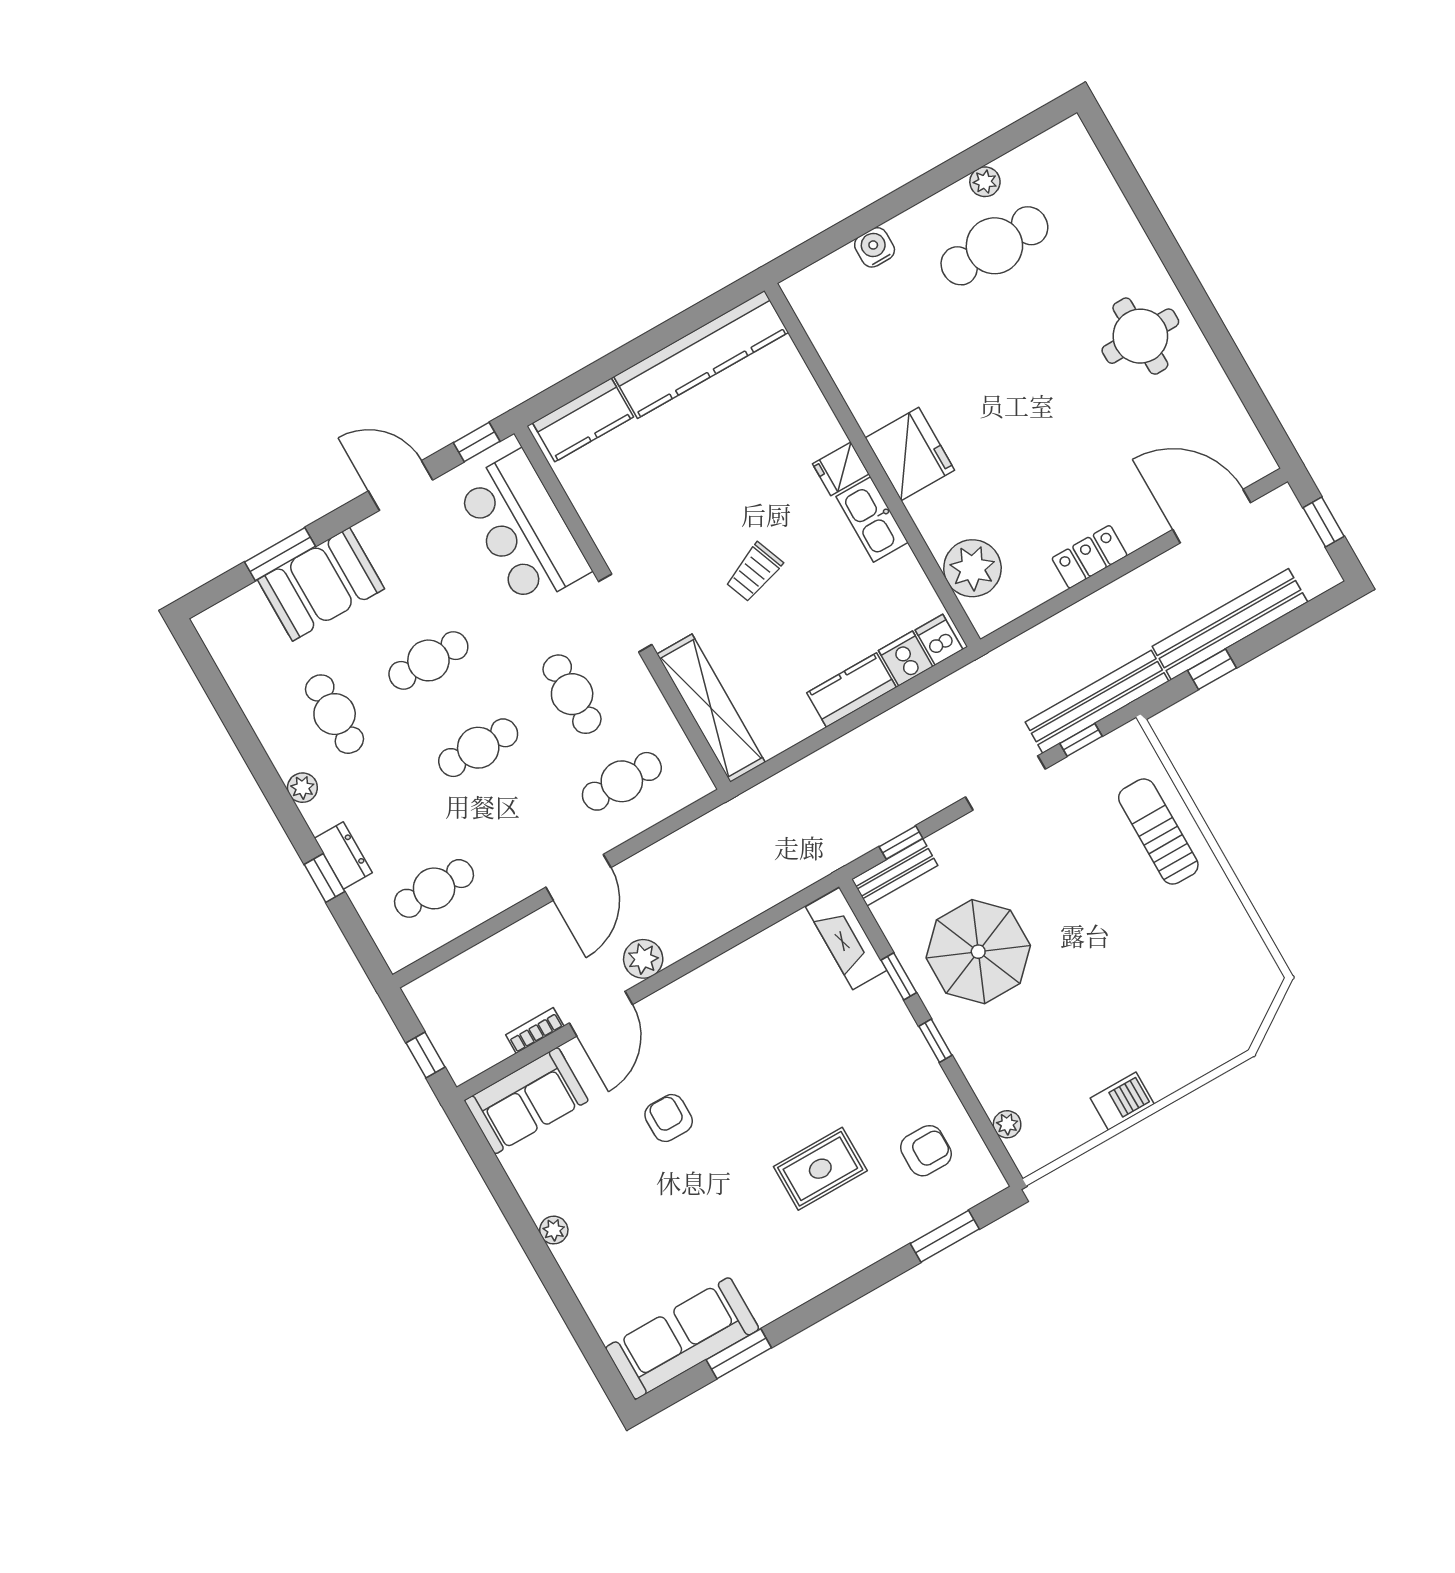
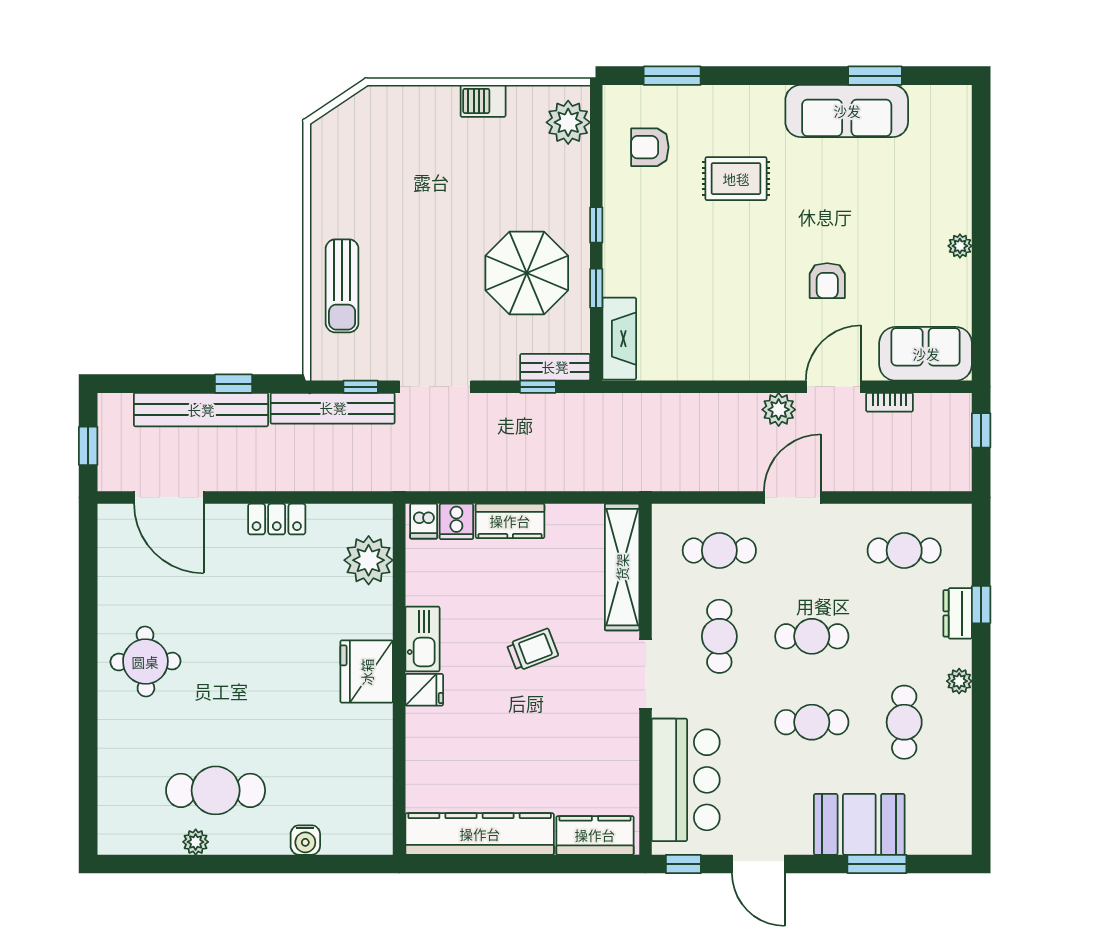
plant: (1007, 1124) -> (568, 122), width x1.88, depth x1.88
sofa: (682, 1338) -> (847, 111), moved

